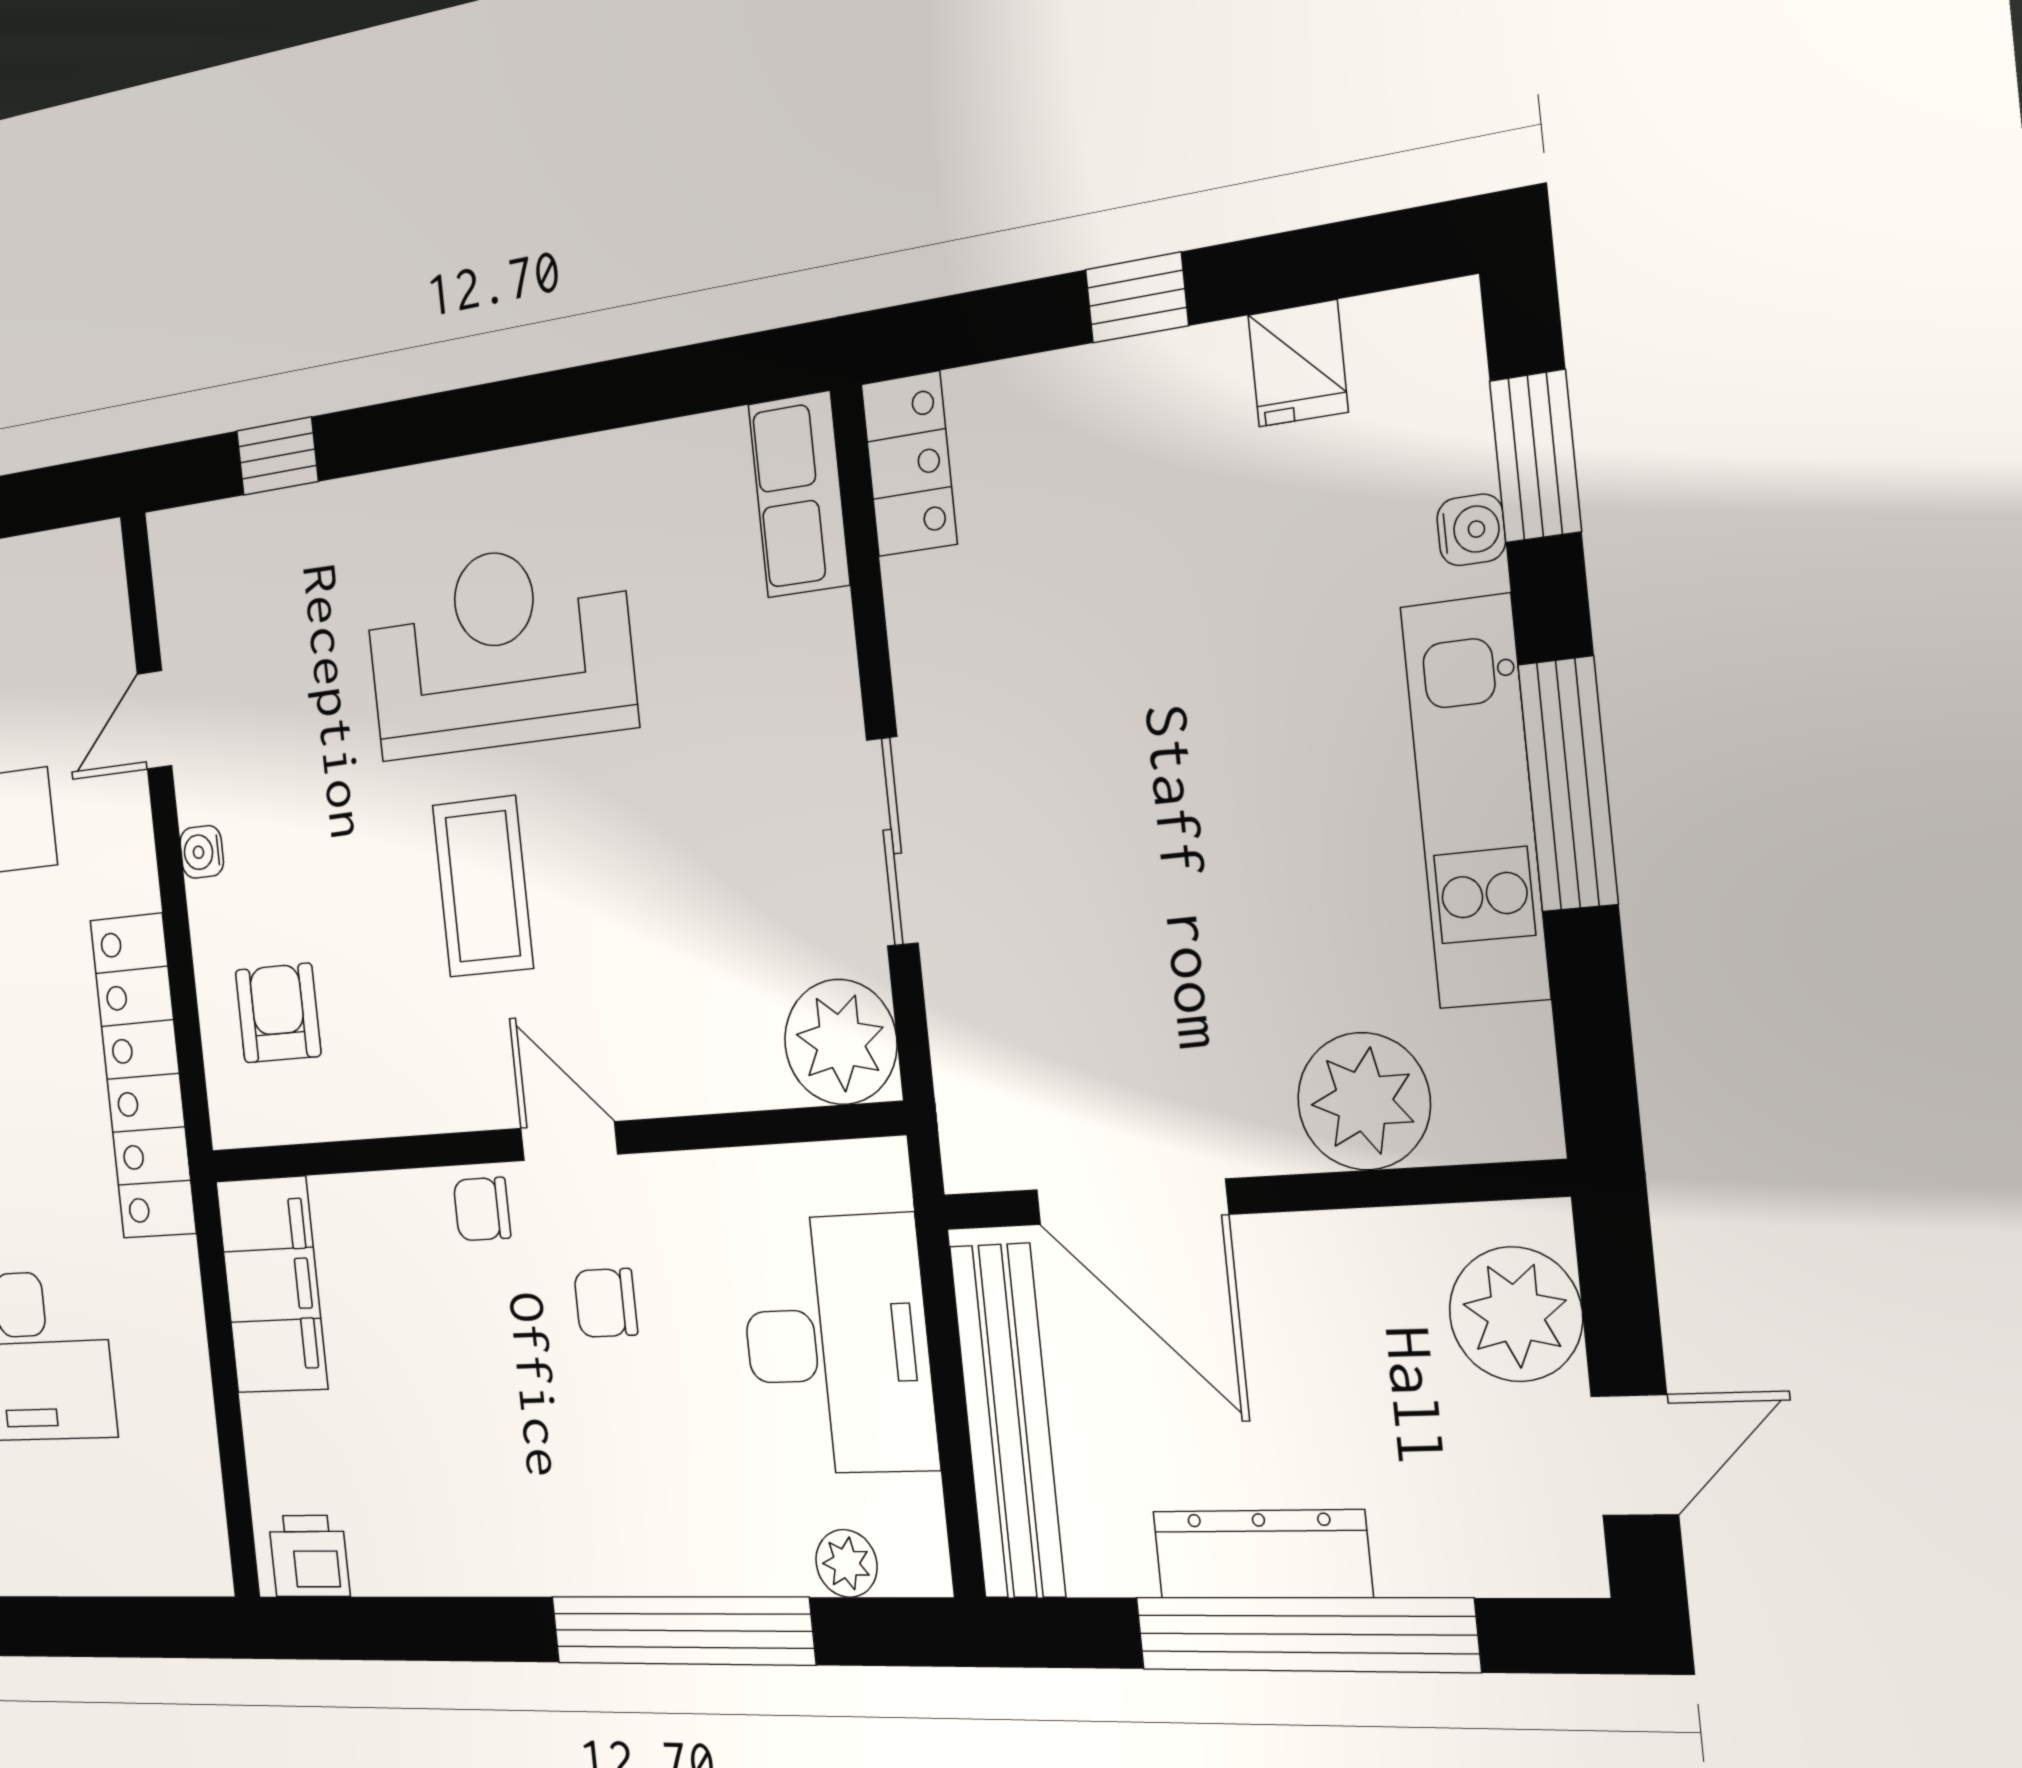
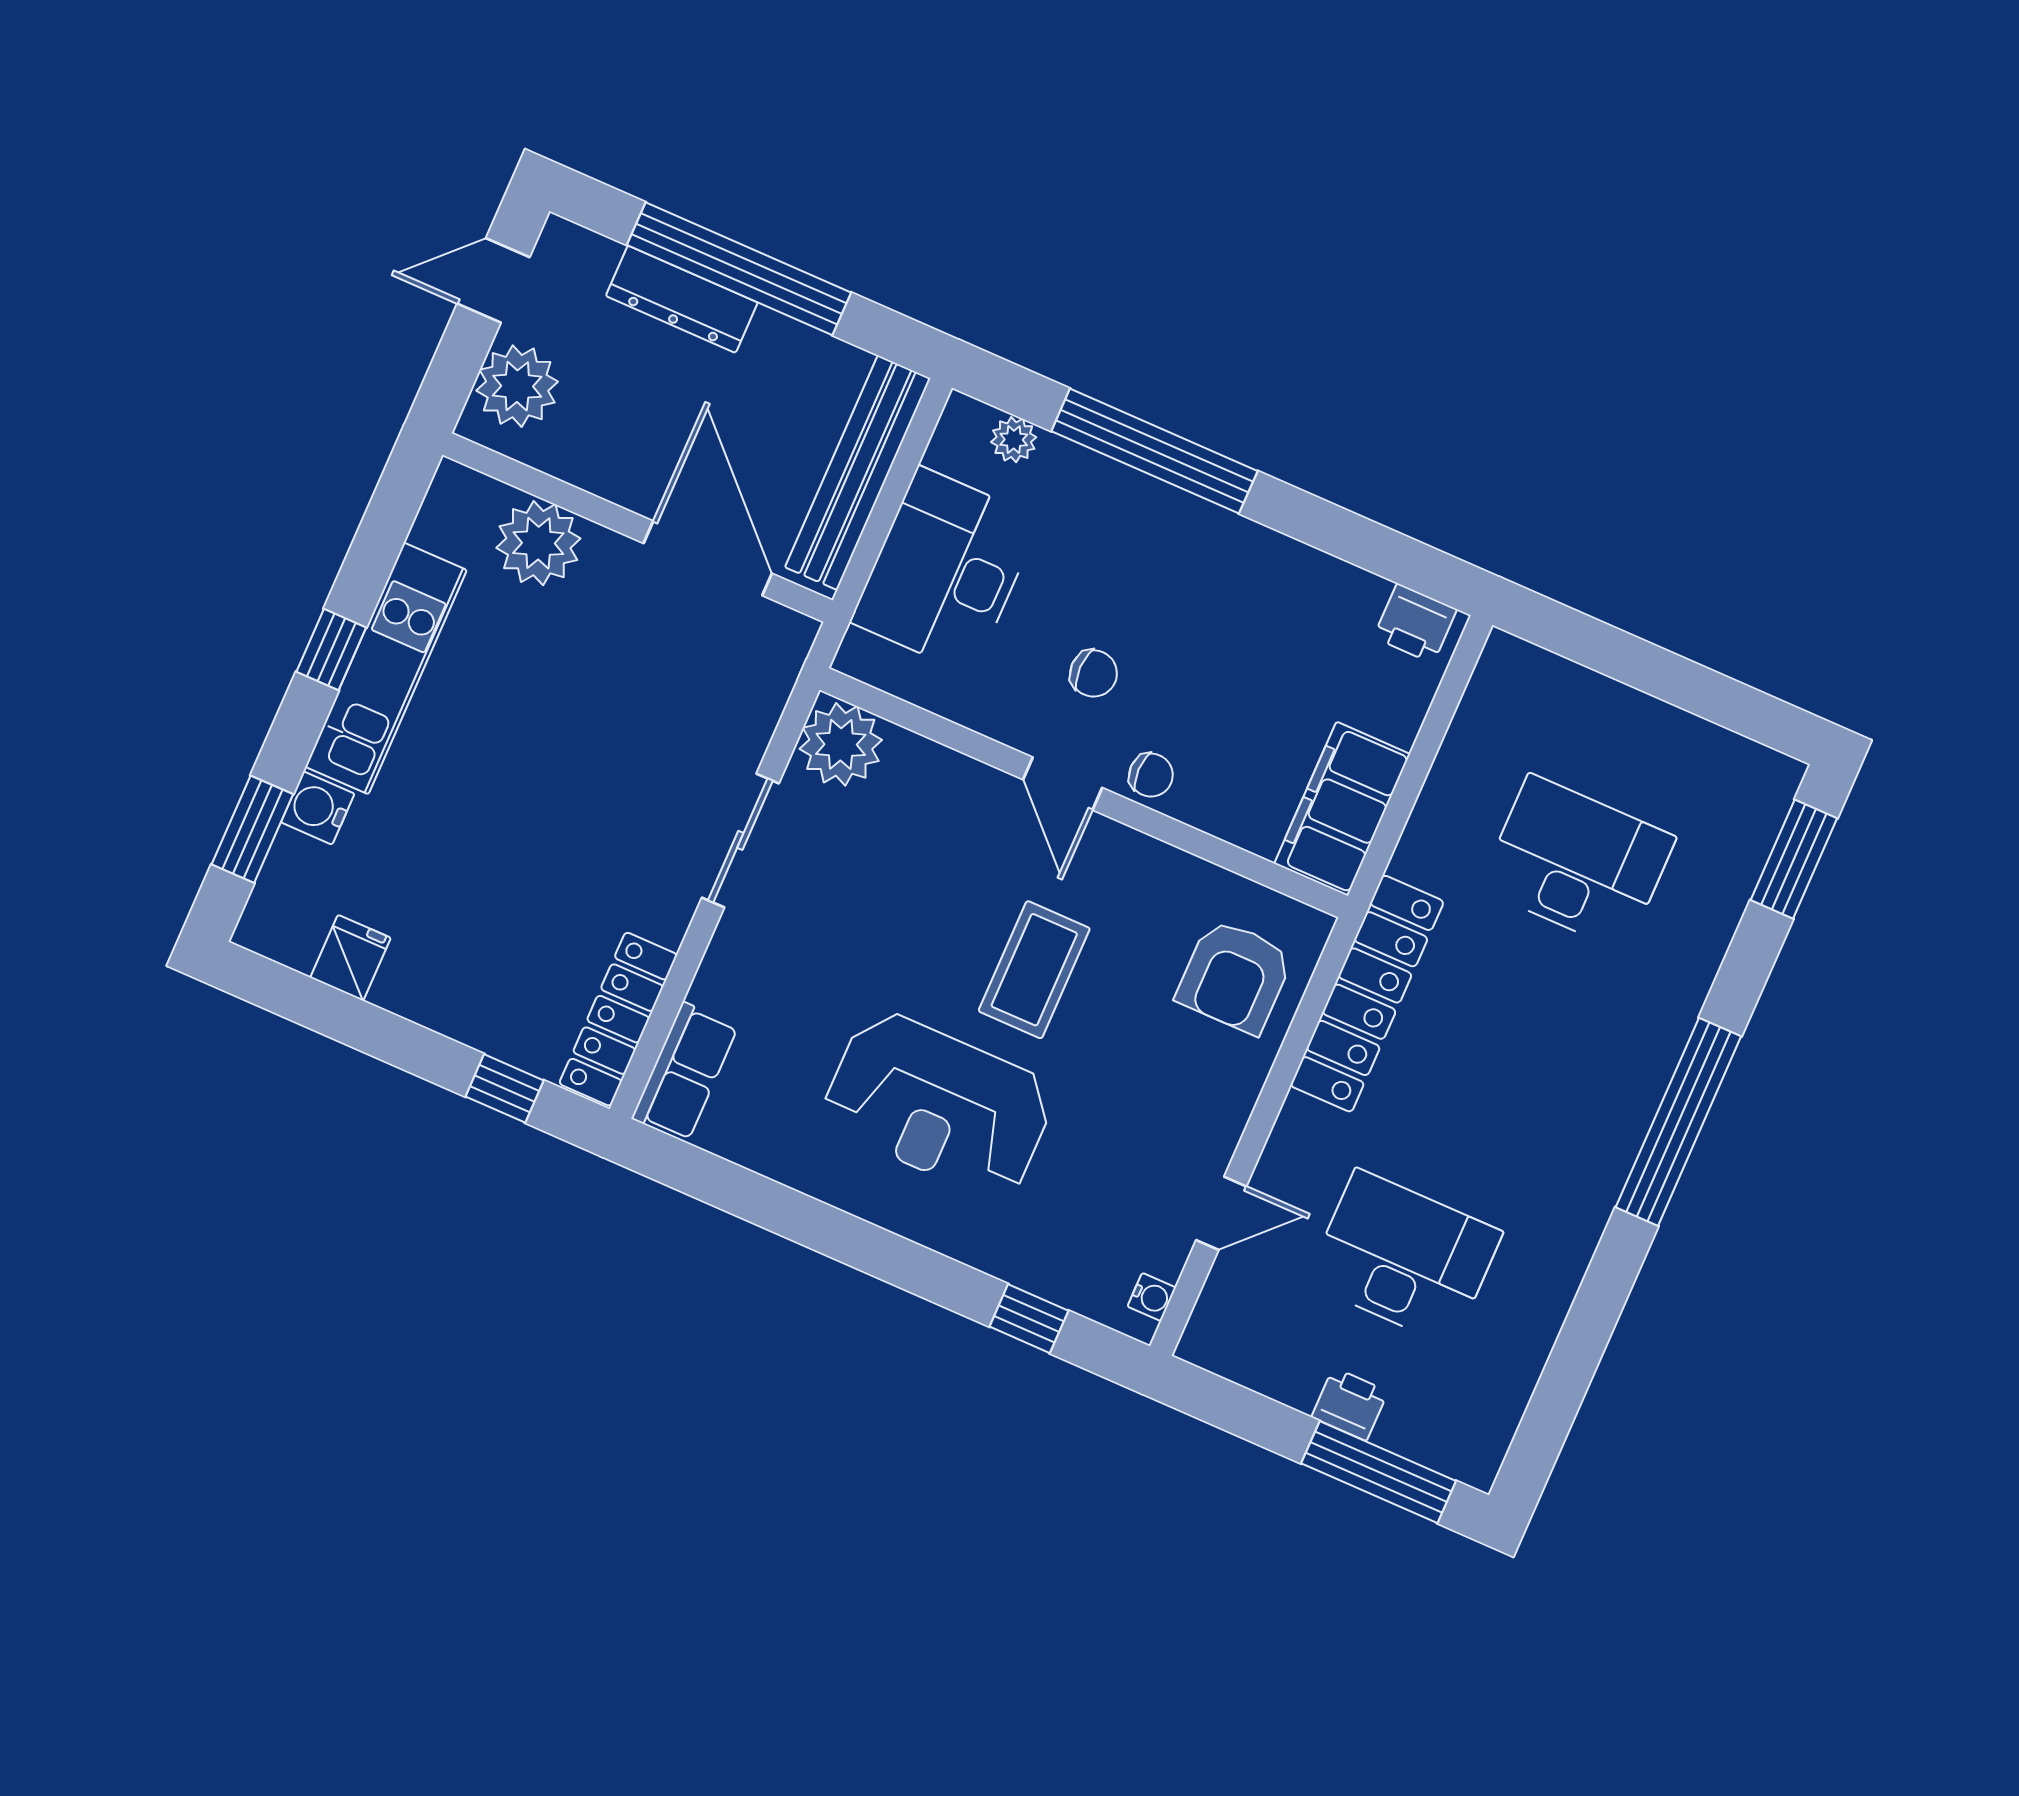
window: (1137, 298) -> (505, 1088), moved
locker: (909, 464) -> (618, 1019), width x1.53
water cooler: (1471, 530) -> (318, 808), width x1.38, depth x1.38
window: (1568, 784) -> (331, 650), width x0.46
water cooler: (202, 852) -> (1152, 1297), moved
armchair: (278, 1013) -> (1235, 976), width x1.38, depth x1.38
dresser: (1262, 1554) -> (682, 299), moved

